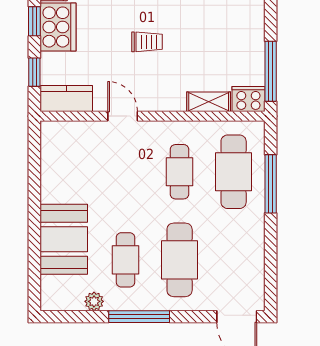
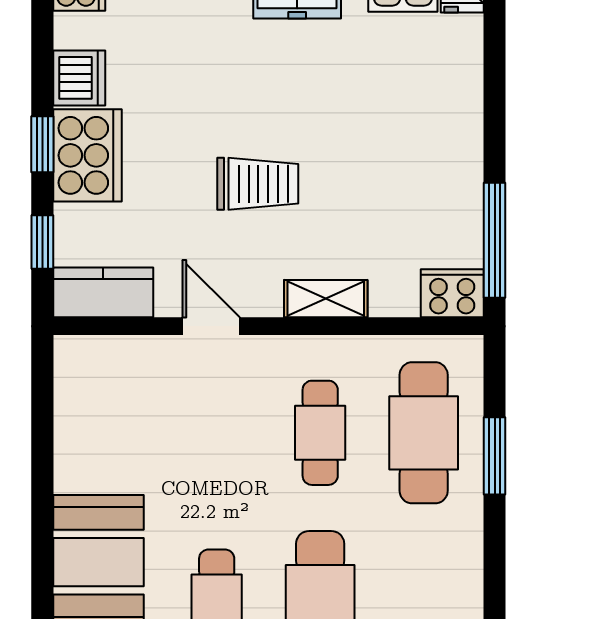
trolley: (147, 42) -> (258, 184), width x1.36, depth x1.39
shelving: (209, 102) -> (326, 299), moved
window: (271, 184) -> (495, 456), width x0.69

